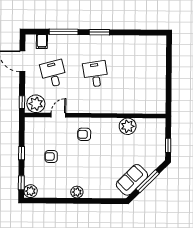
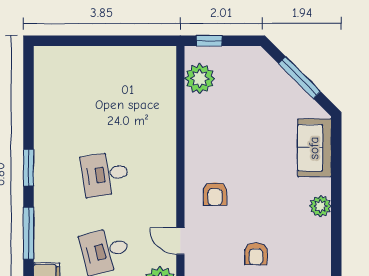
plant: (128, 126) -> (200, 79), moved
window: (168, 145) -> (209, 41), moved
sofa: (132, 180) -> (314, 148), moved, turned 45

